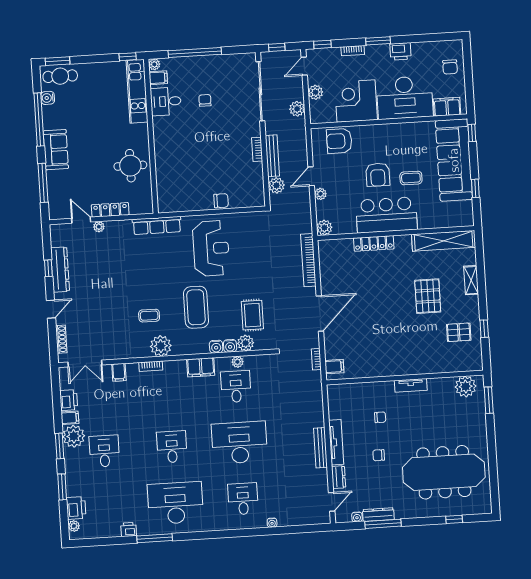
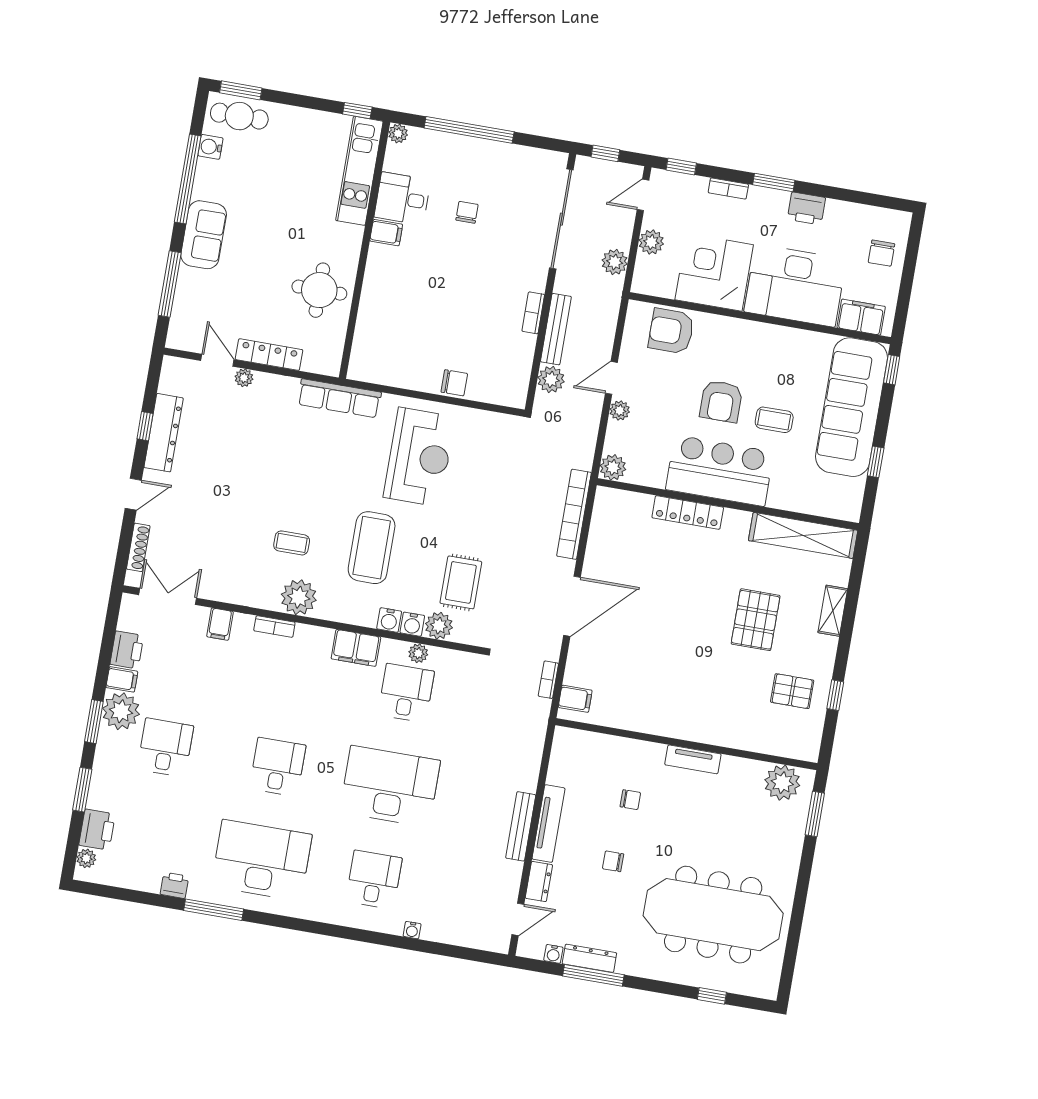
filing cabinet: (158, 78) -> (386, 233), moved
double door: (85, 364) -> (168, 596), swing flipped

